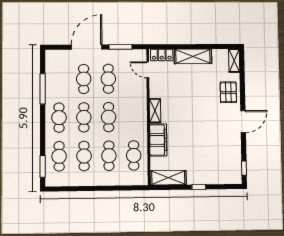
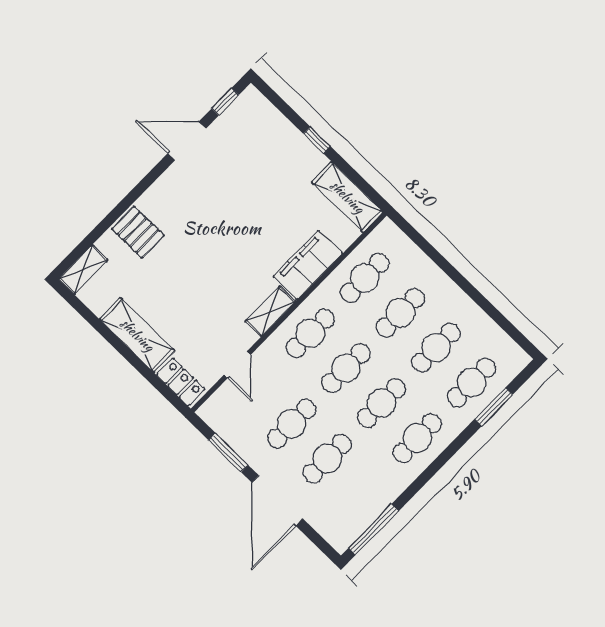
door: (87, 47) -> (277, 501), hinge flipped
door: (148, 70) -> (237, 365), moved
window: (43, 89) -> (373, 530), moved
pallet: (228, 92) -> (138, 232), turned 90
cafe table: (133, 117) -> (310, 333), added
door: (243, 122) -> (187, 141), moved
window: (43, 166) -> (494, 407), moved

